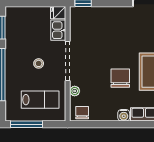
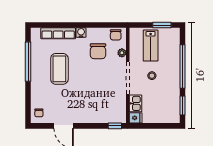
chair: (120, 78) -> (98, 51), moved
lab bench: (40, 100) -> (151, 46), turned -90
window: (27, 124) -> (162, 25), width x0.69

